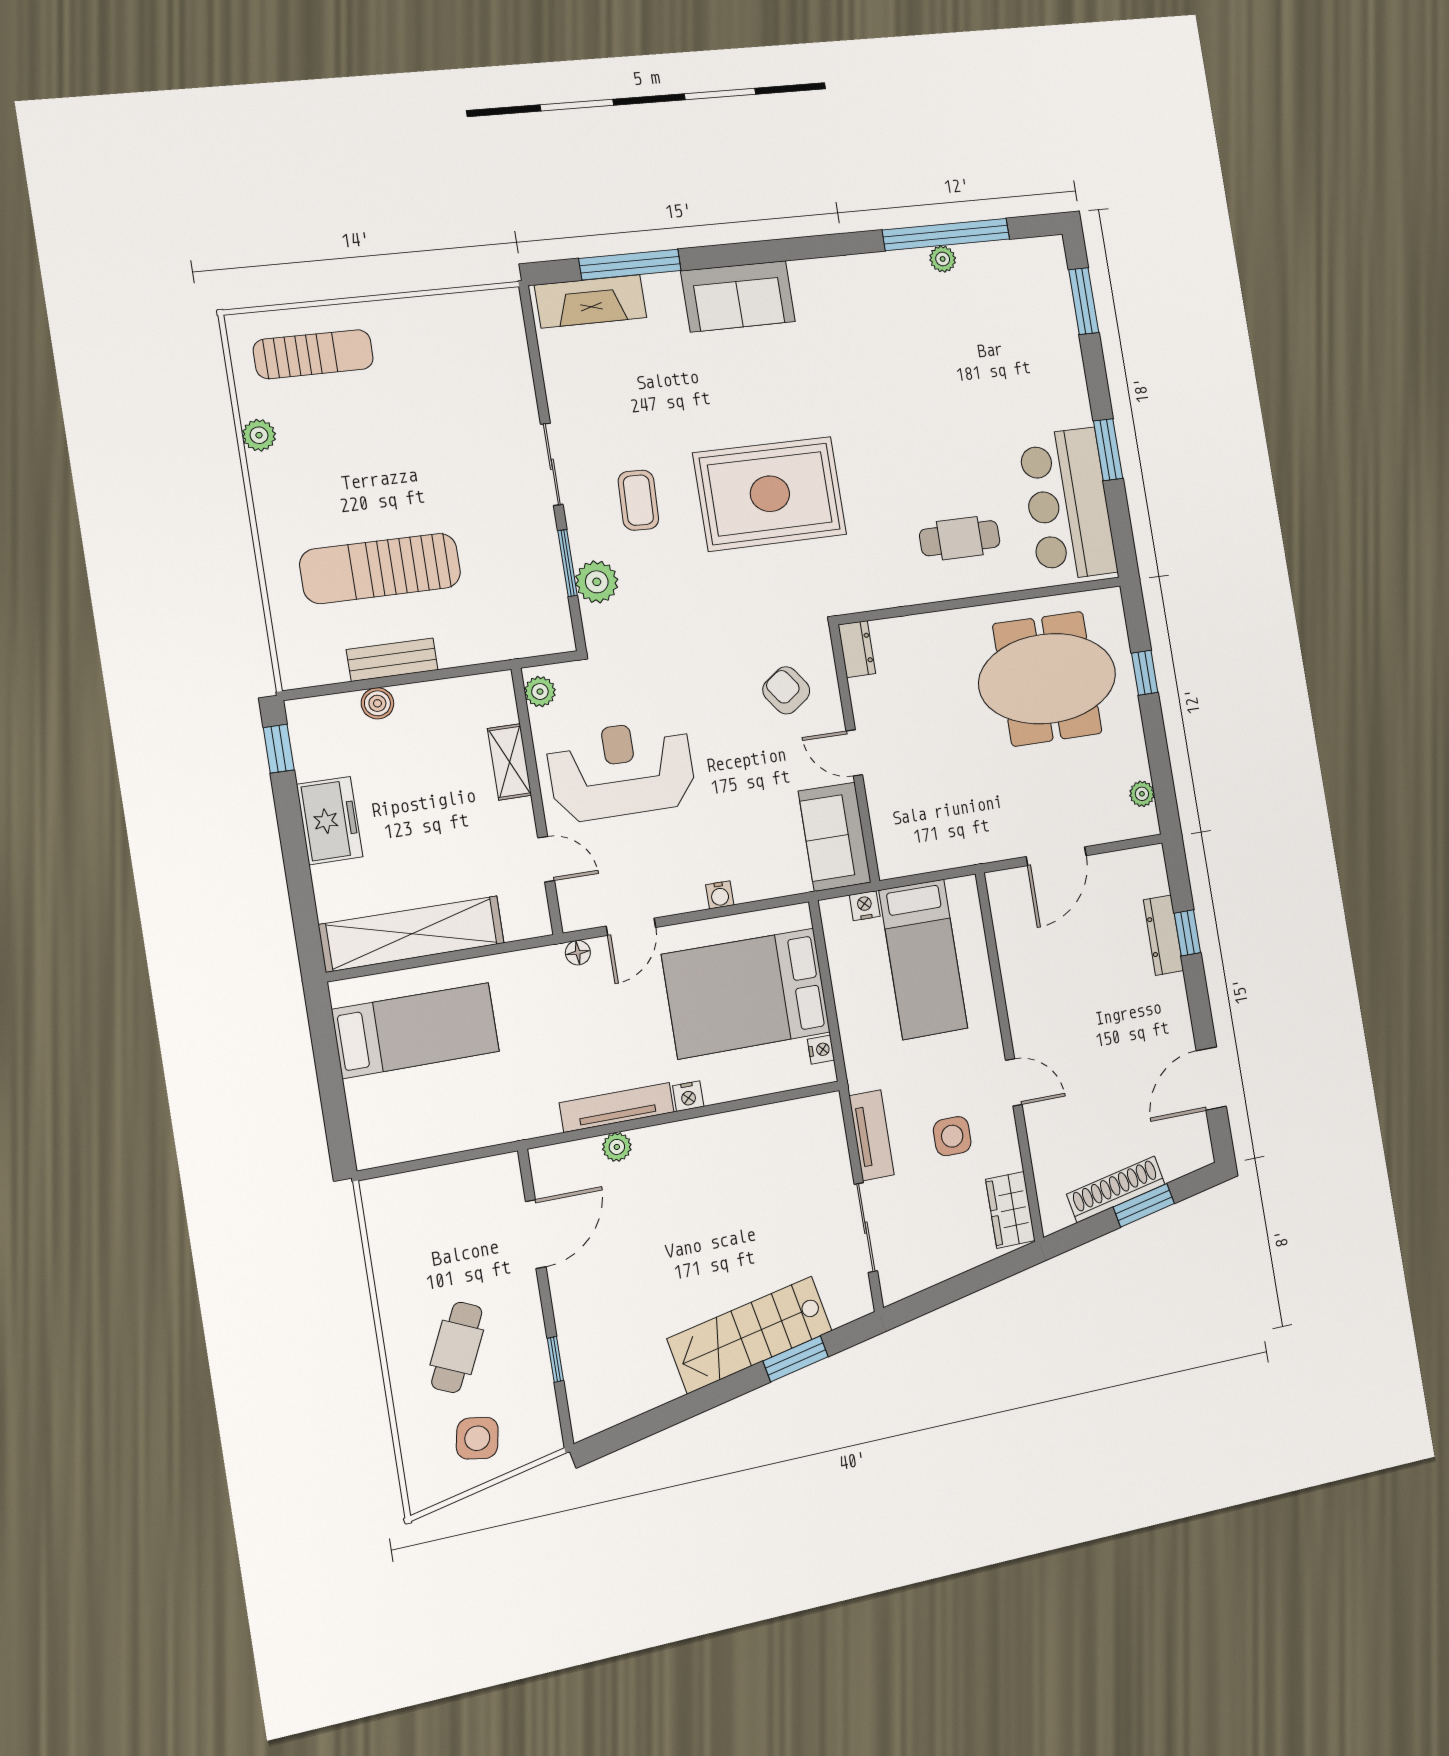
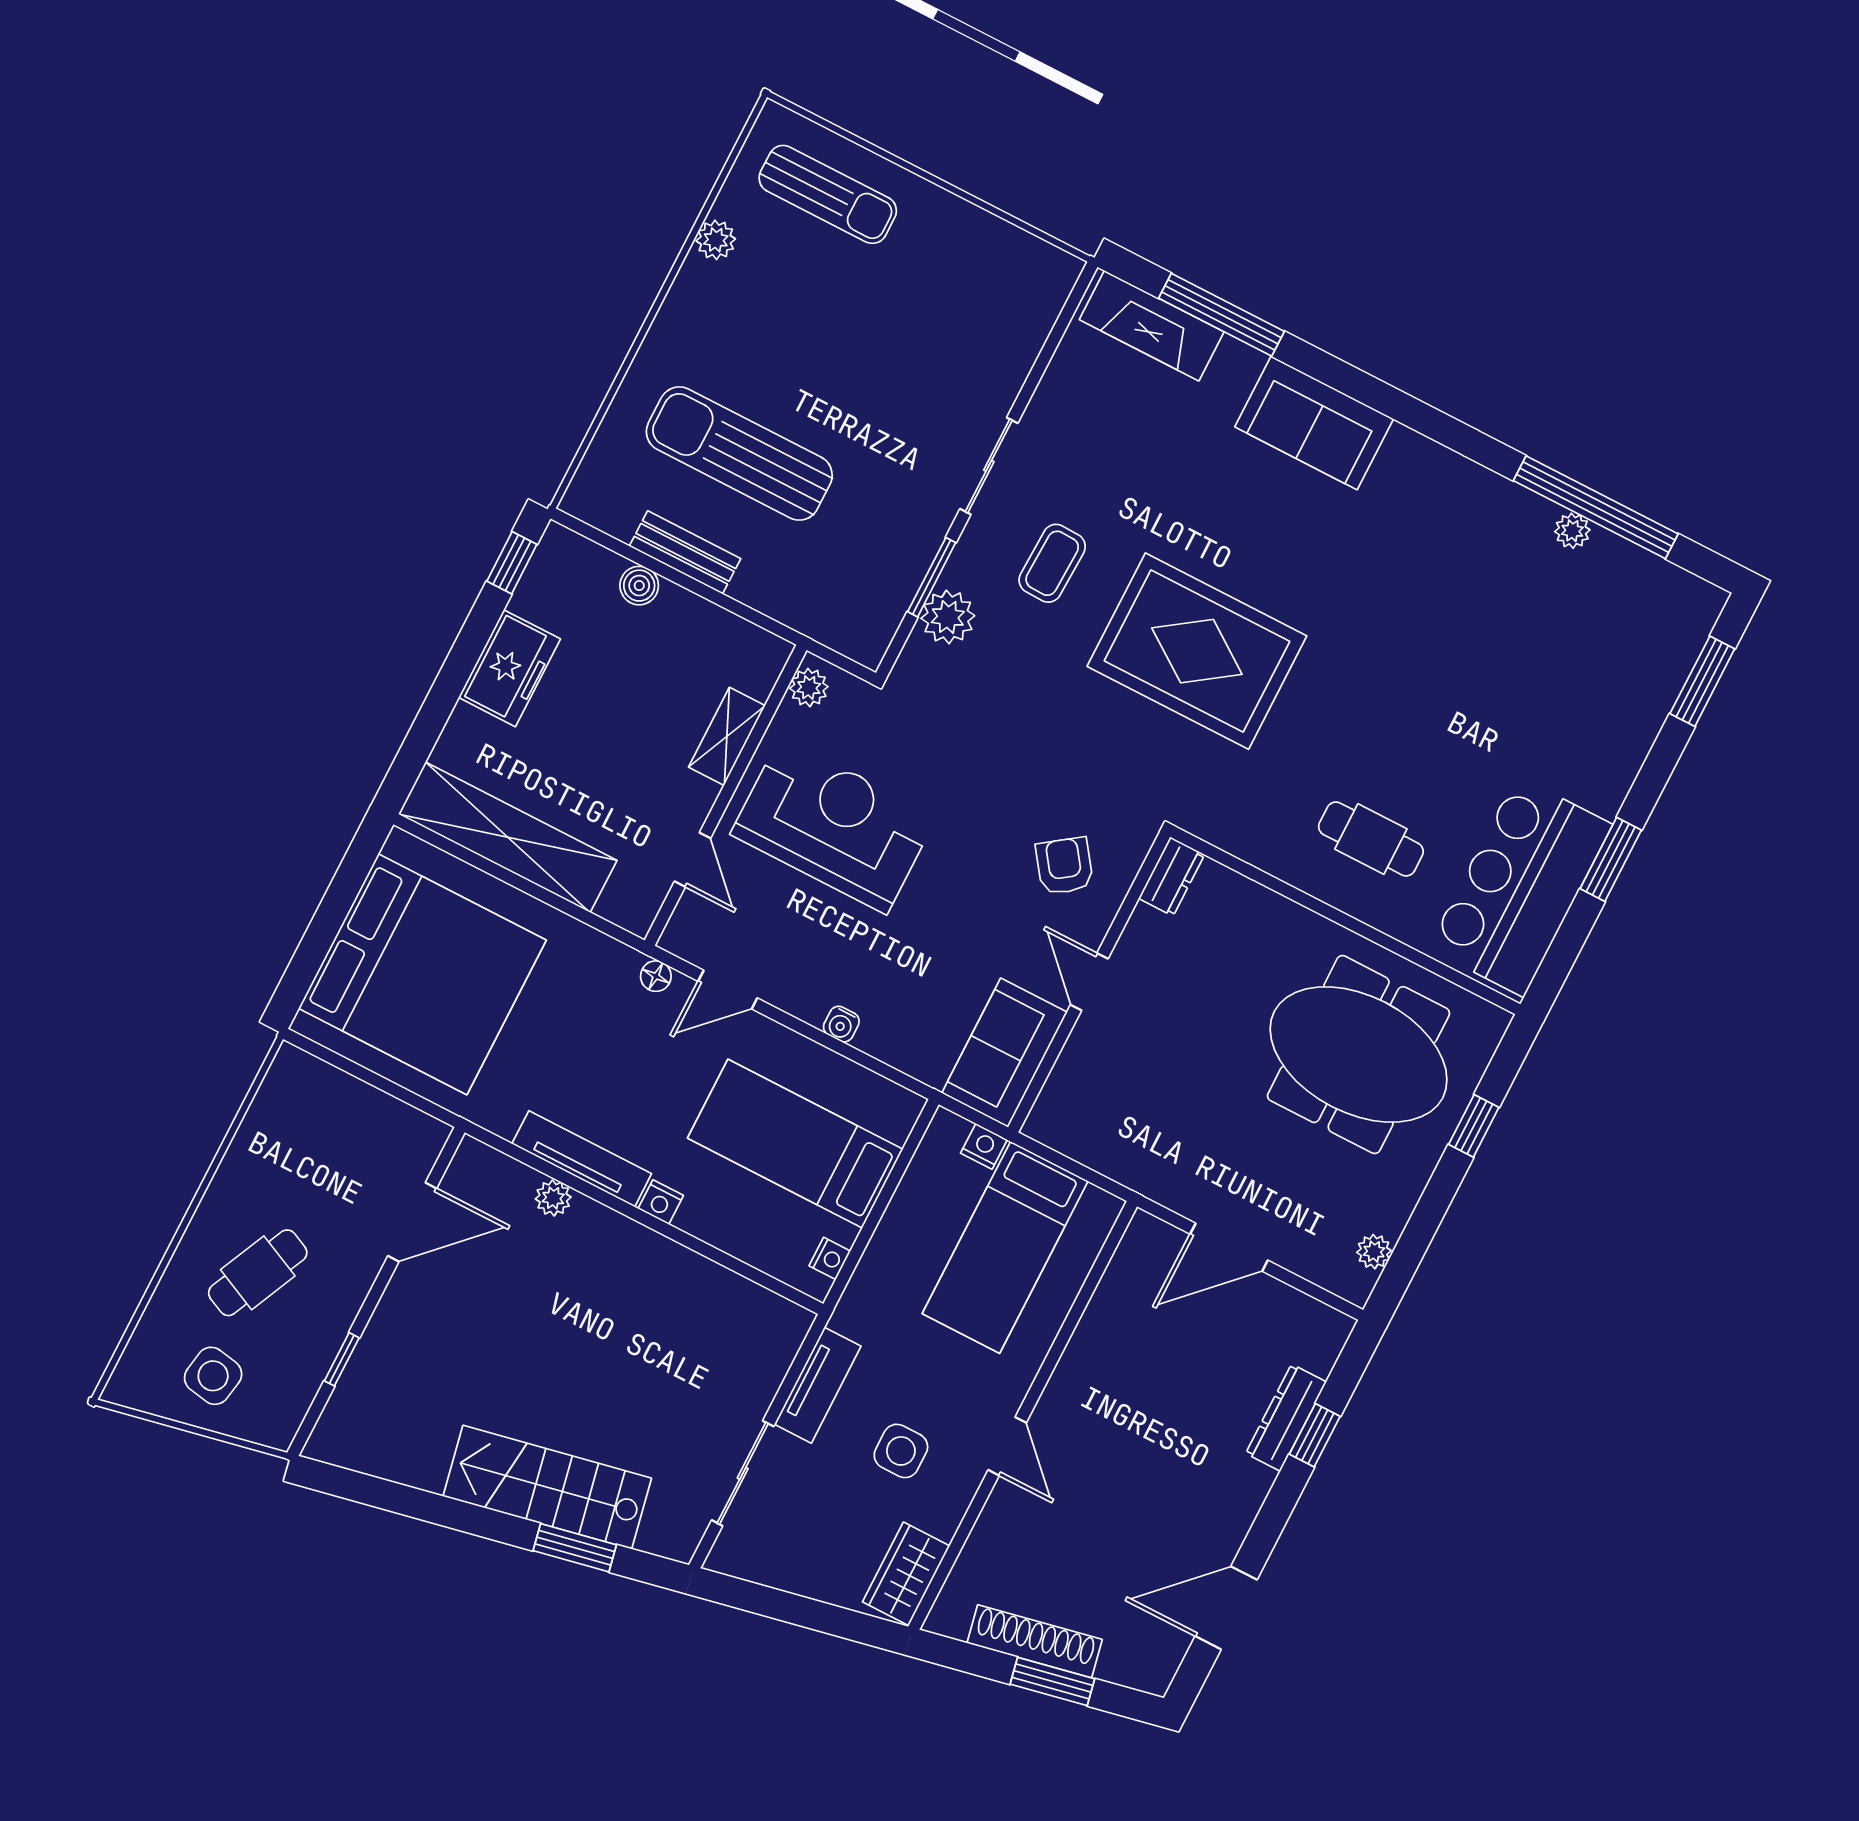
bed: (746, 993) -> (795, 1144), width x0.67
bed: (416, 1030) -> (422, 974), width x2.04

